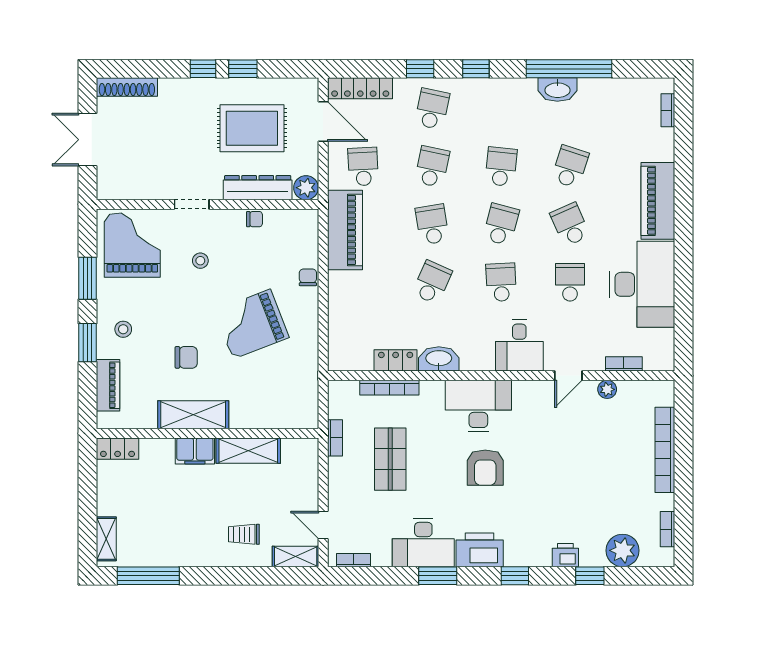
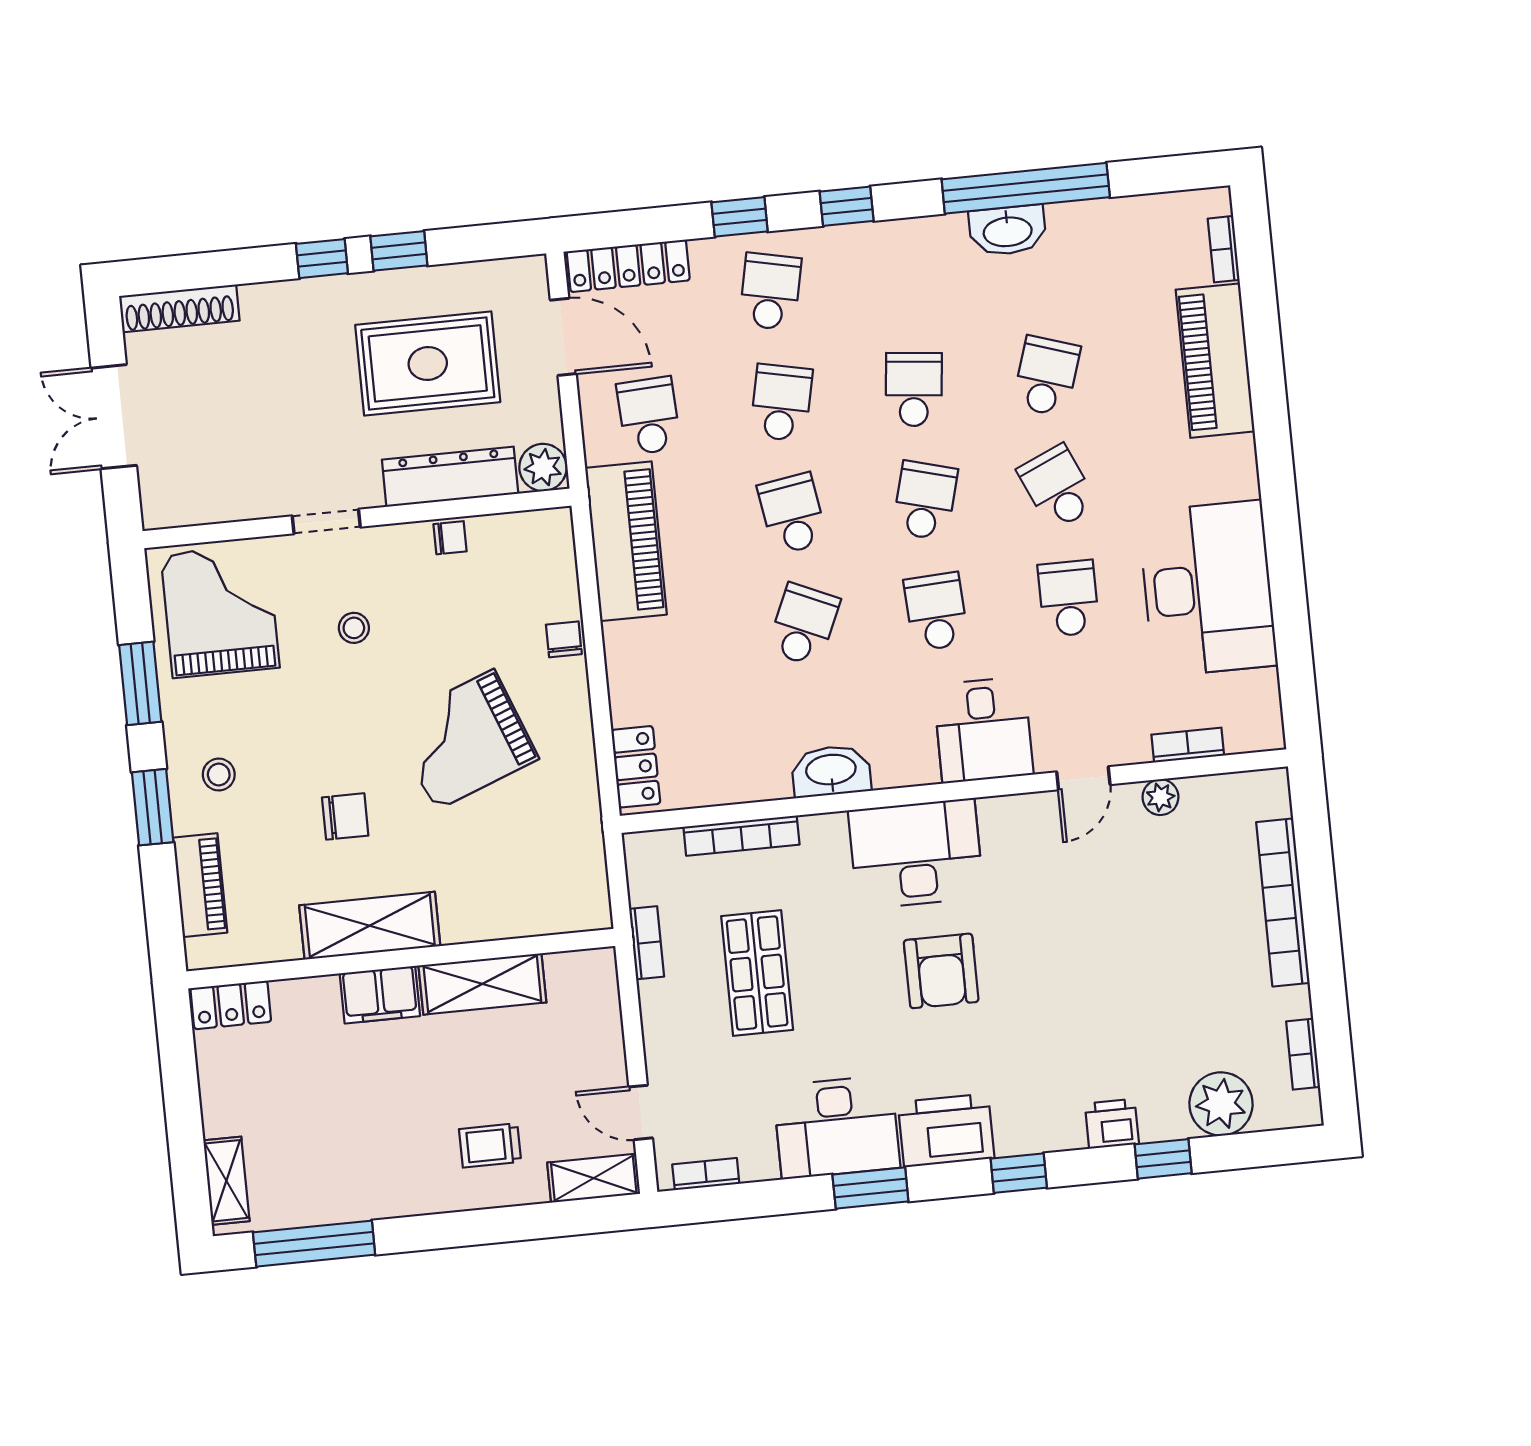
piano: (658, 201) -> (1215, 361), moved
locker: (396, 360) -> (636, 767), moved, turned 90

